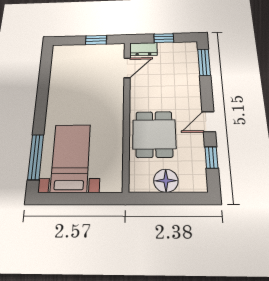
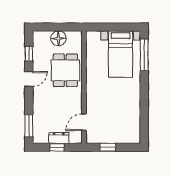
dresser: (143, 49) -> (59, 138), moved

